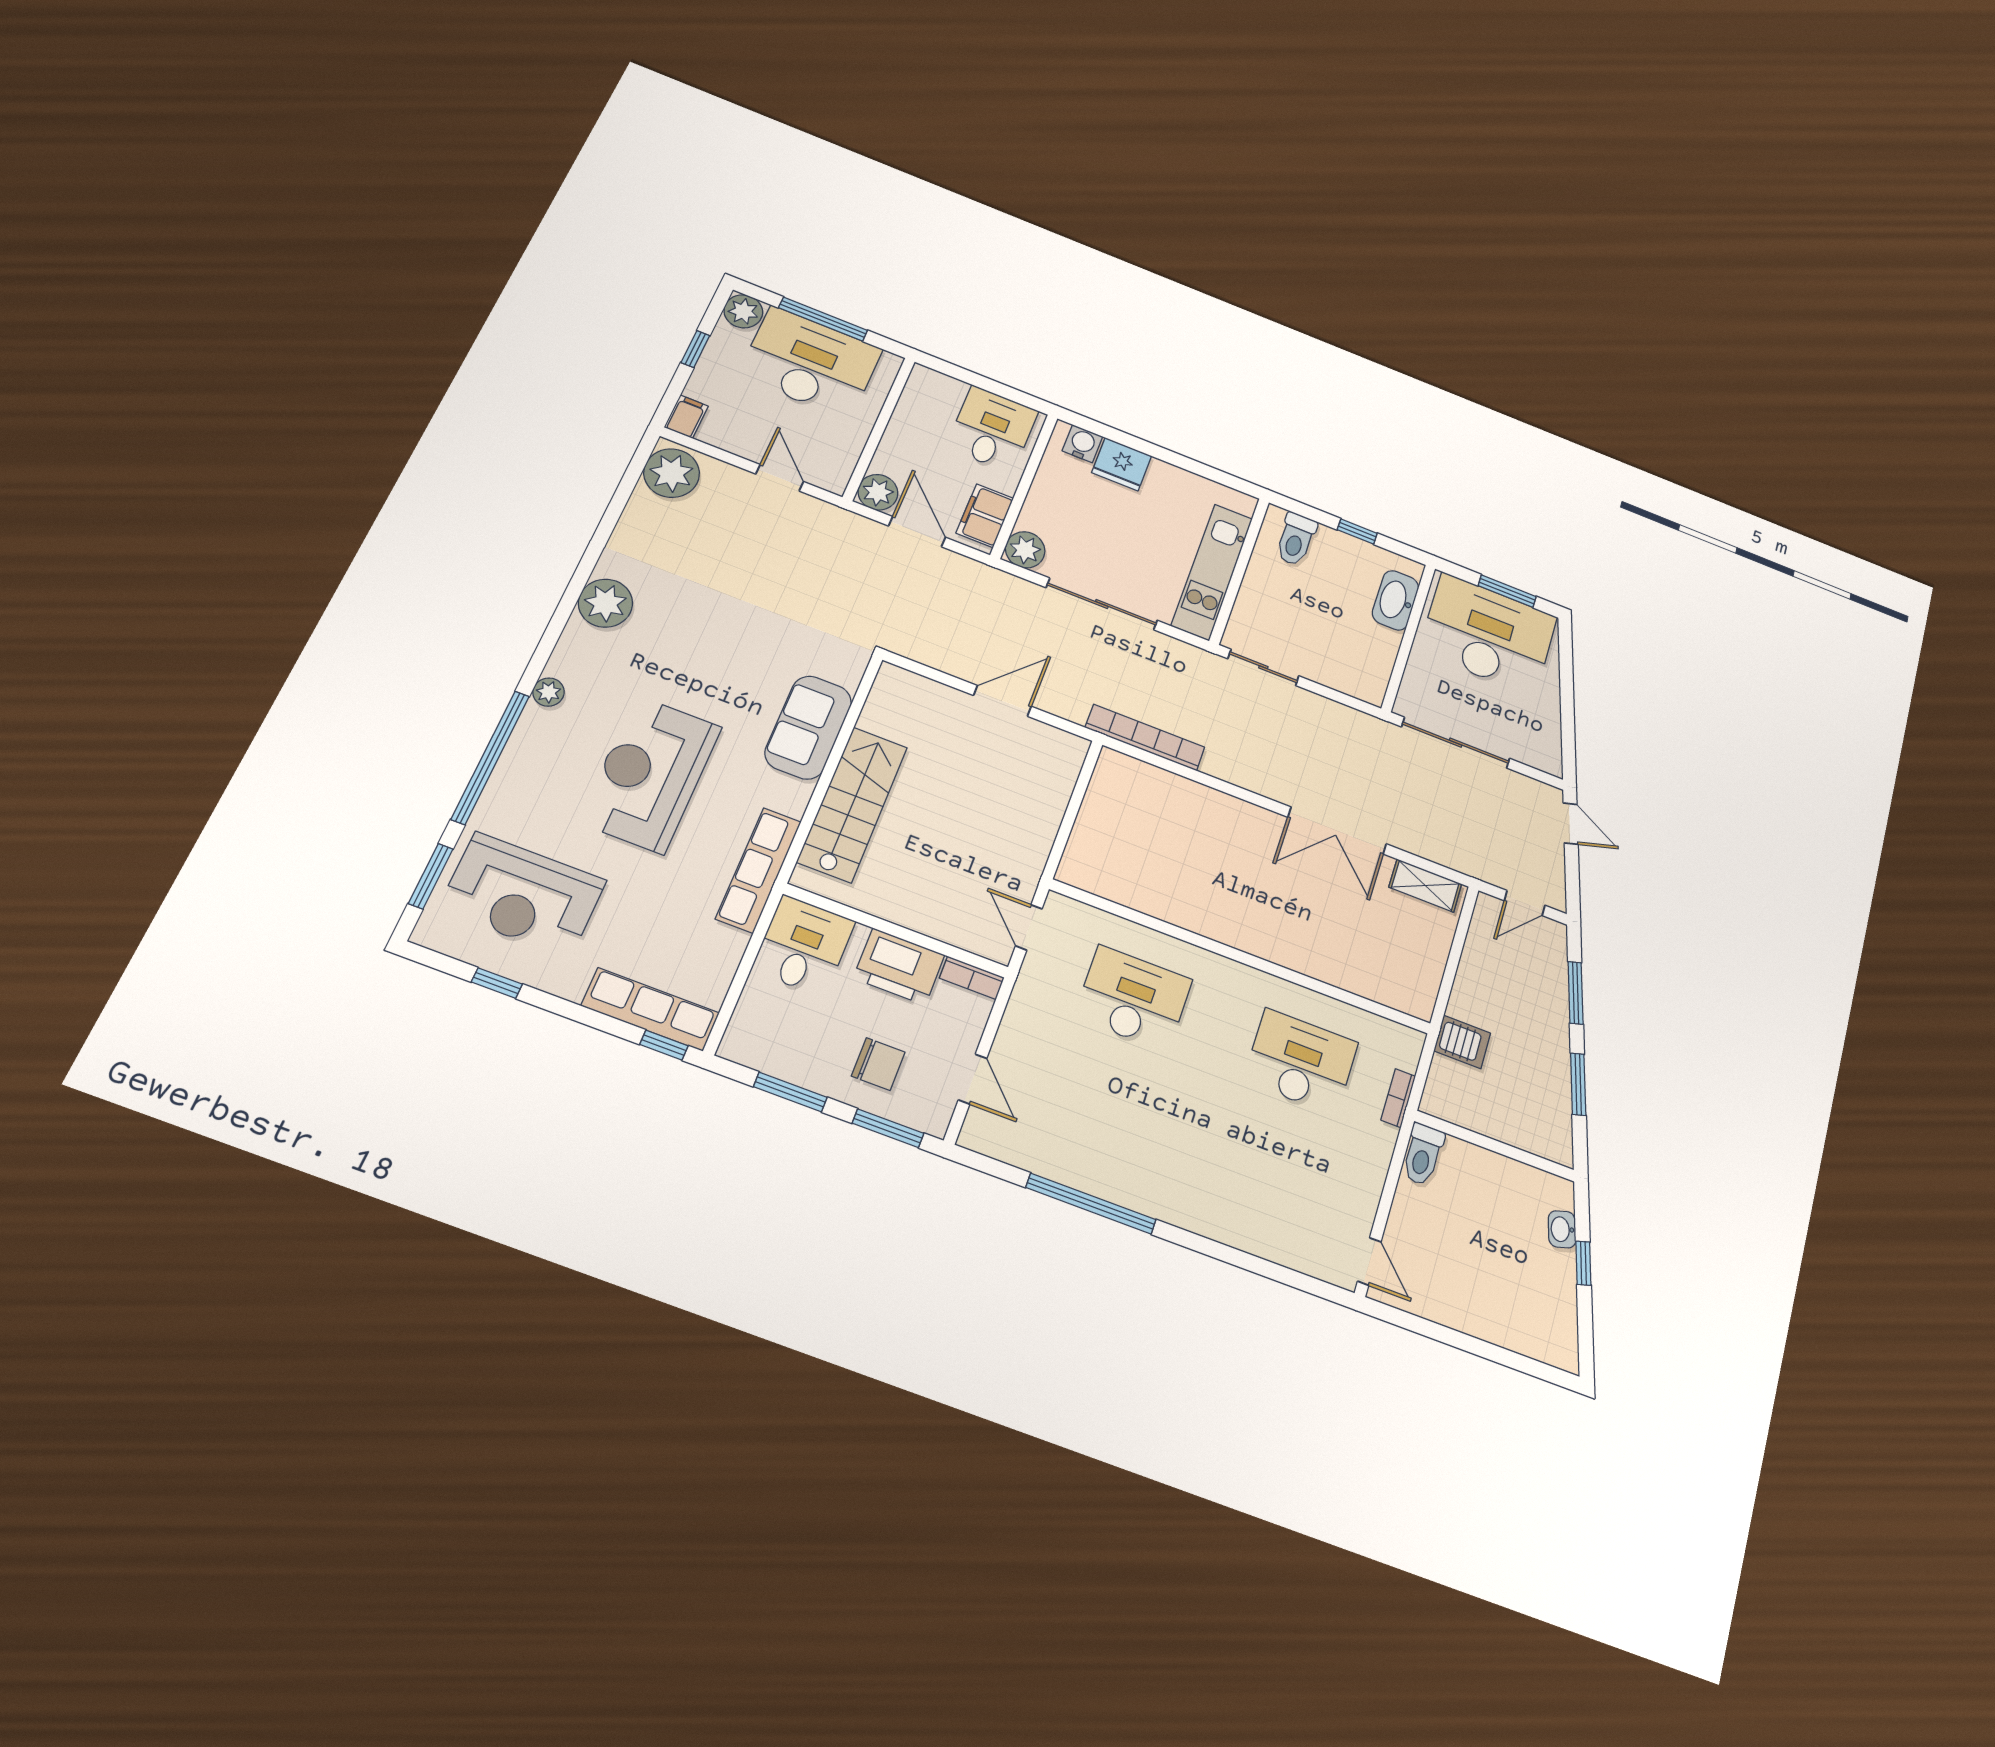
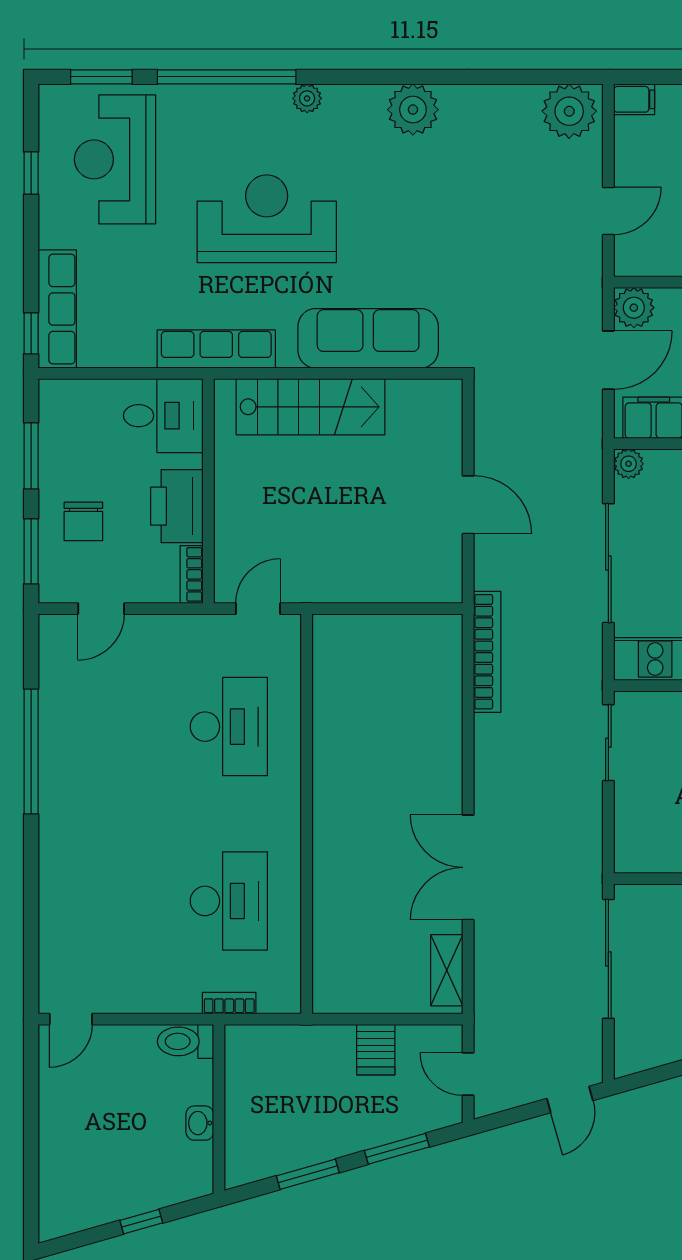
plant: (1025, 550) -> (629, 464), width x0.73, depth x0.73
sofa: (808, 727) -> (368, 338), width x1.36
server rack: (1462, 1042) -> (376, 1050), moved
washbasin: (1562, 1229) -> (200, 1123), moved, turned -74

